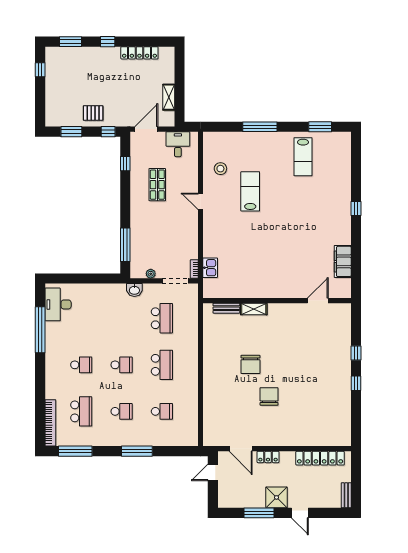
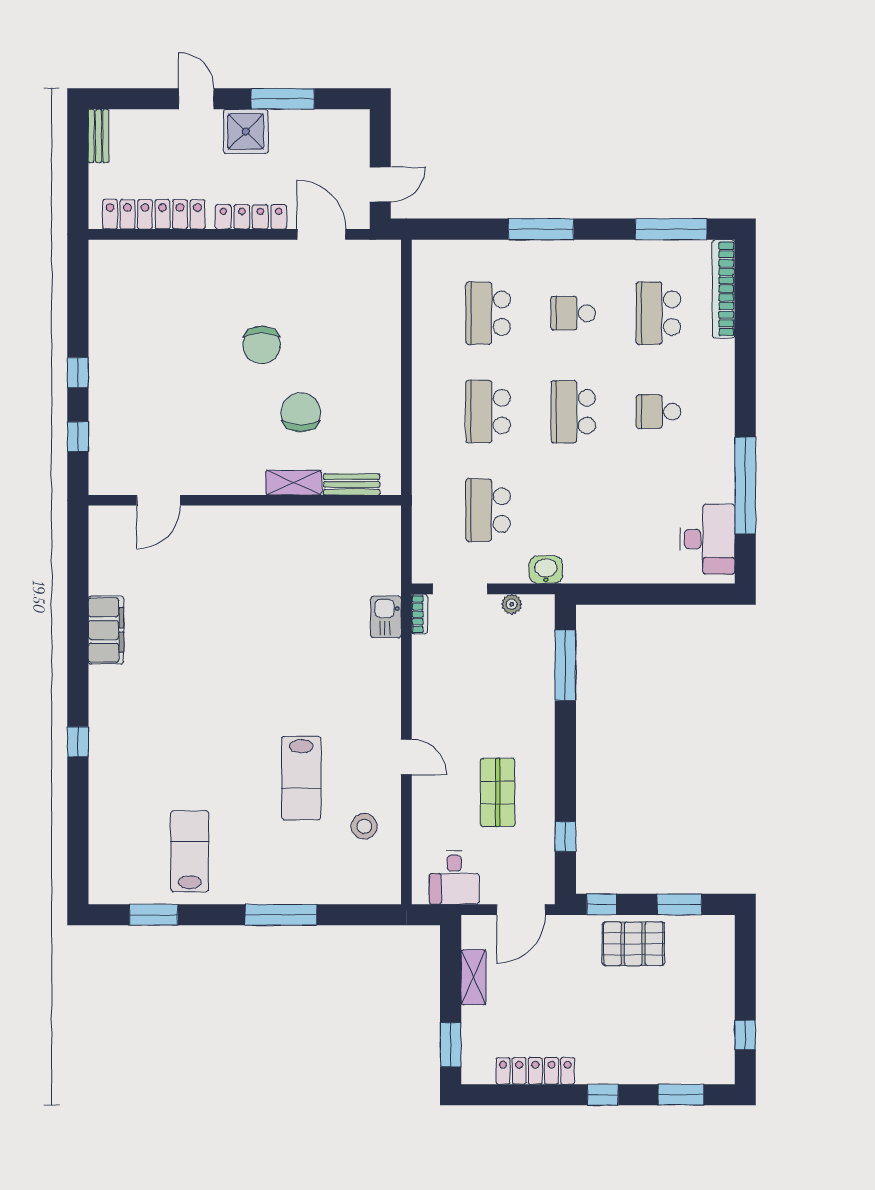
window: (180, 65) -> (451, 1045), added
pallet: (93, 113) -> (633, 944), width x1.50, depth x1.42
wall: (277, 301) -> (245, 500), moved
door: (318, 301) -> (158, 500), moved
bench: (226, 308) -> (352, 484), moved
shelving: (254, 309) -> (294, 483), moved
school desk: (122, 365) -> (573, 412), width x1.85
school desk: (162, 411) -> (488, 313), width x1.85
locker: (268, 457) -> (251, 217), width x1.53

